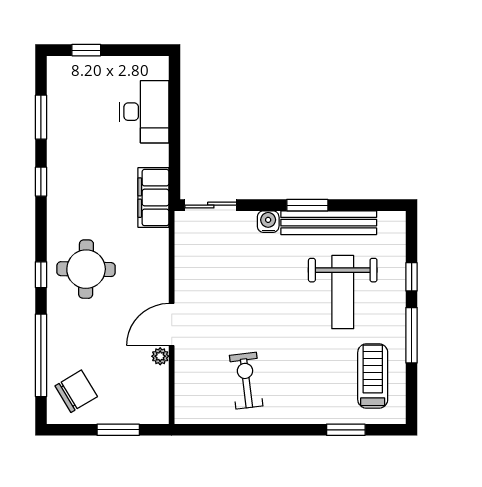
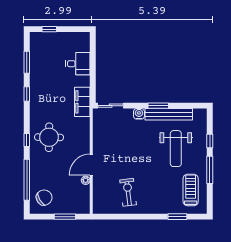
desk: (144, 112) -> (78, 64), width x0.73

